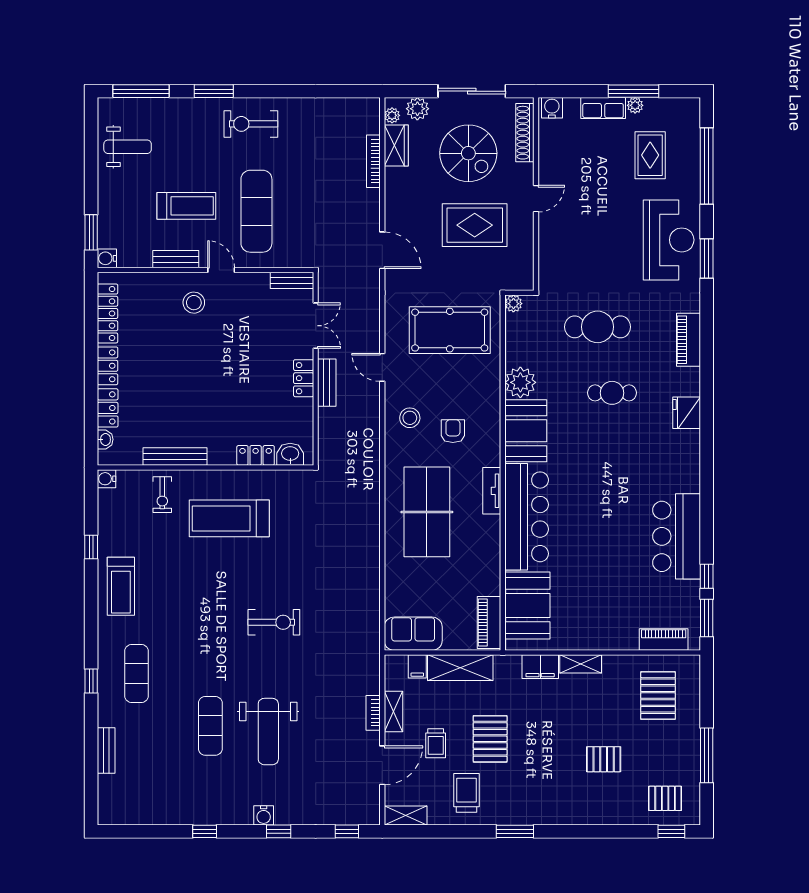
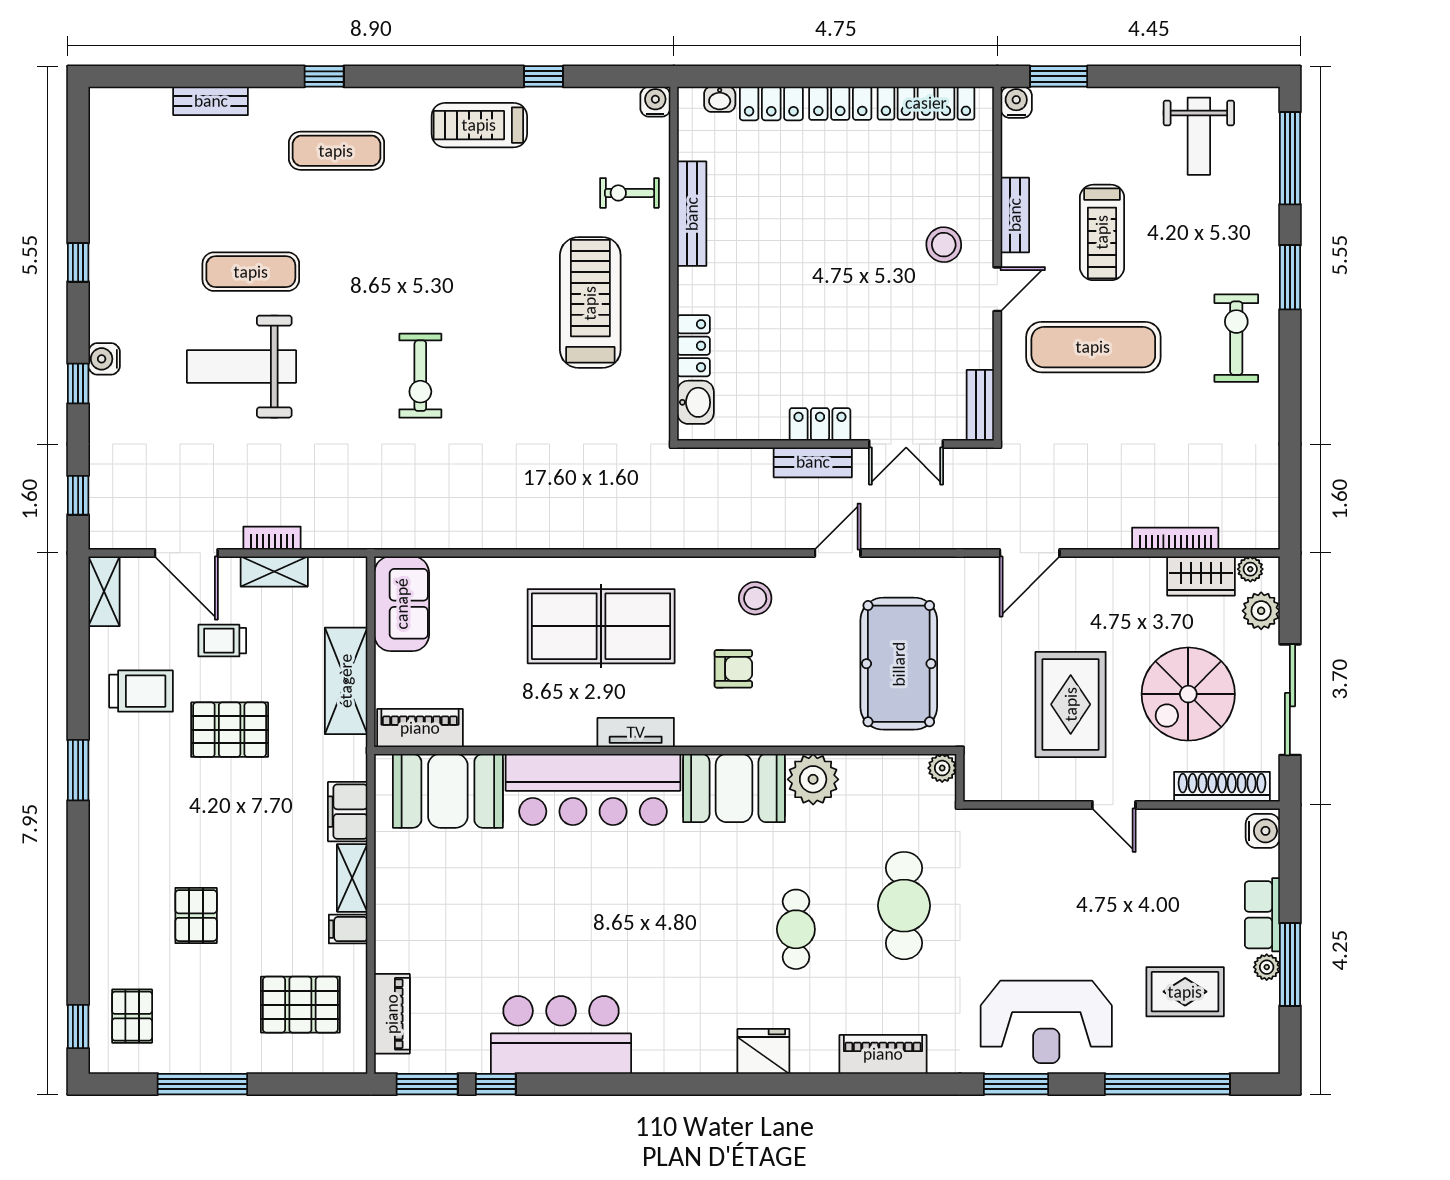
filing cabinet: (417, 666) -> (348, 929), moved

